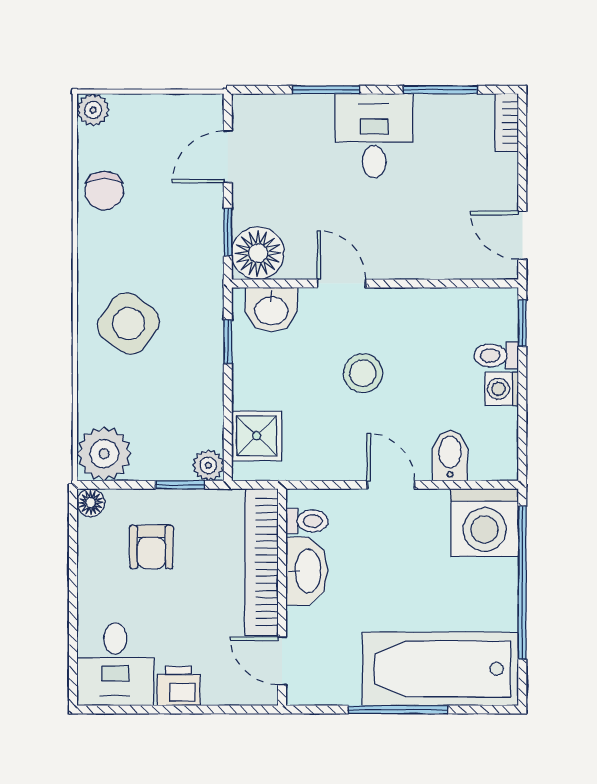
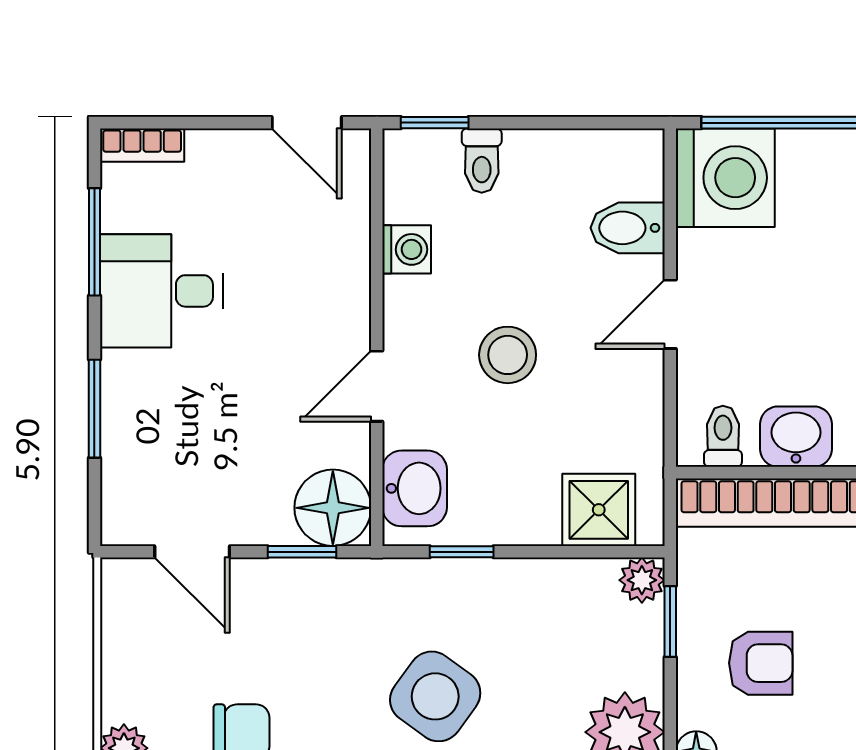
desk: (374, 136) -> (161, 291), moved
door: (522, 235) -> (307, 123), hinge flipped
washing machine: (502, 389) -> (407, 249), moved, turned -90
washbasin: (307, 571) -> (796, 437), width x0.72

